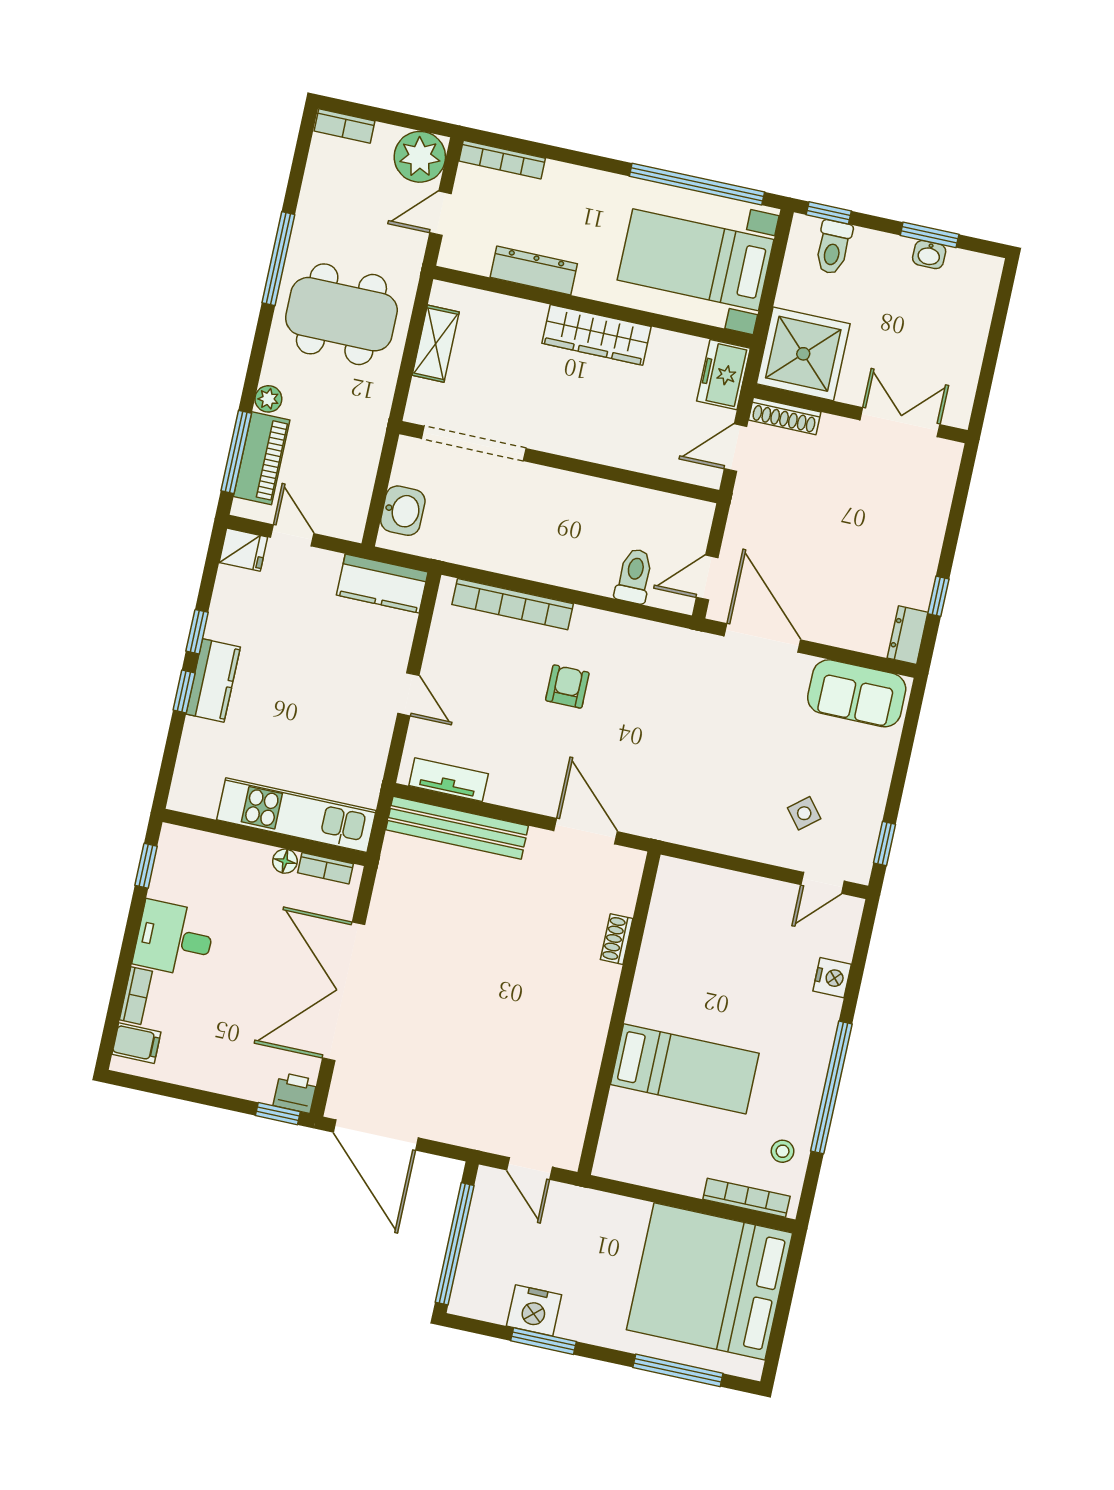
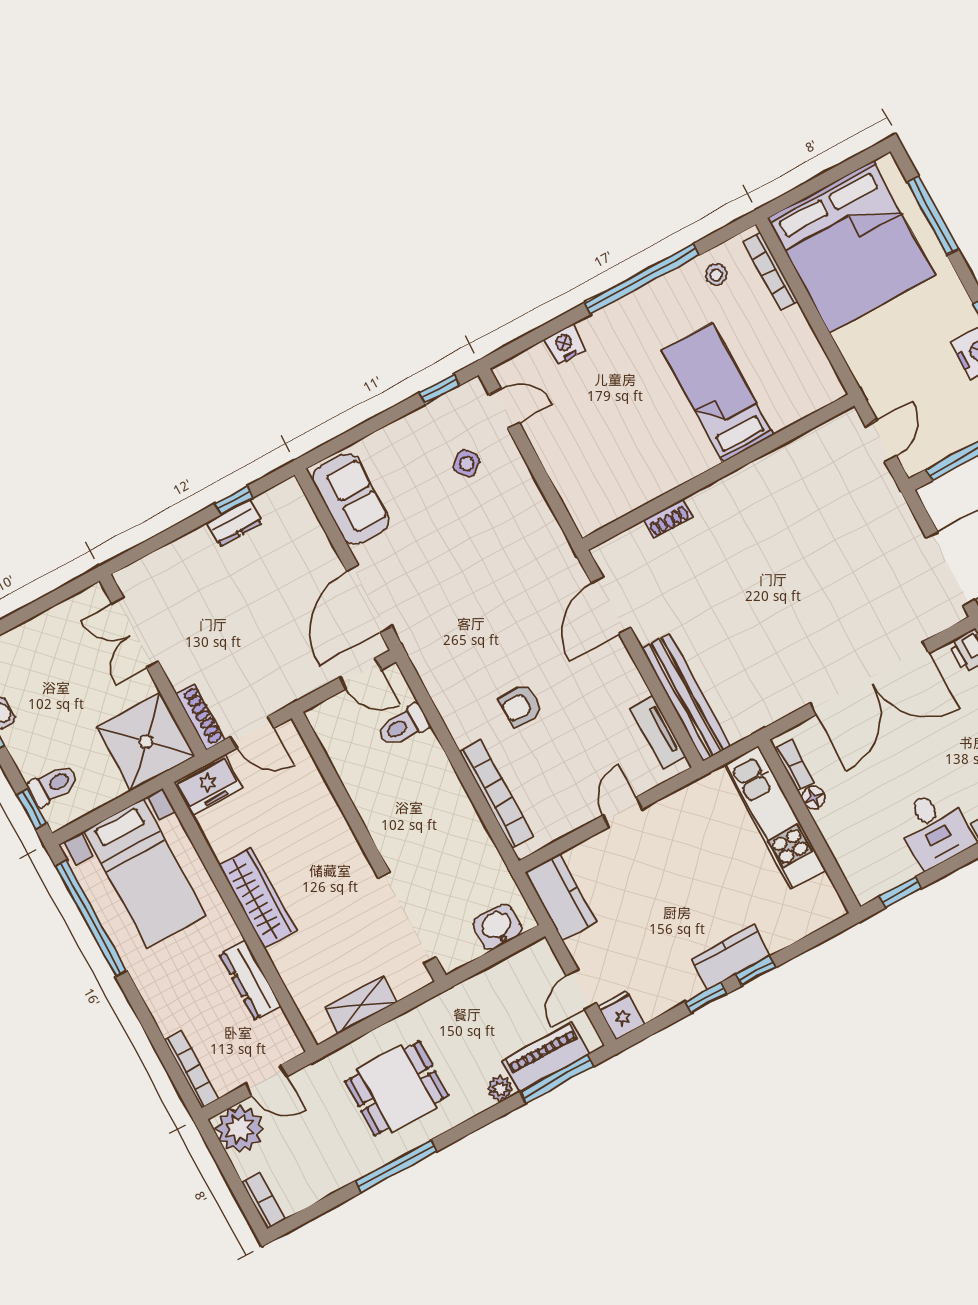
dining table: (341, 314) -> (397, 1089), width x0.73
dresser: (908, 635) -> (235, 523), moved

